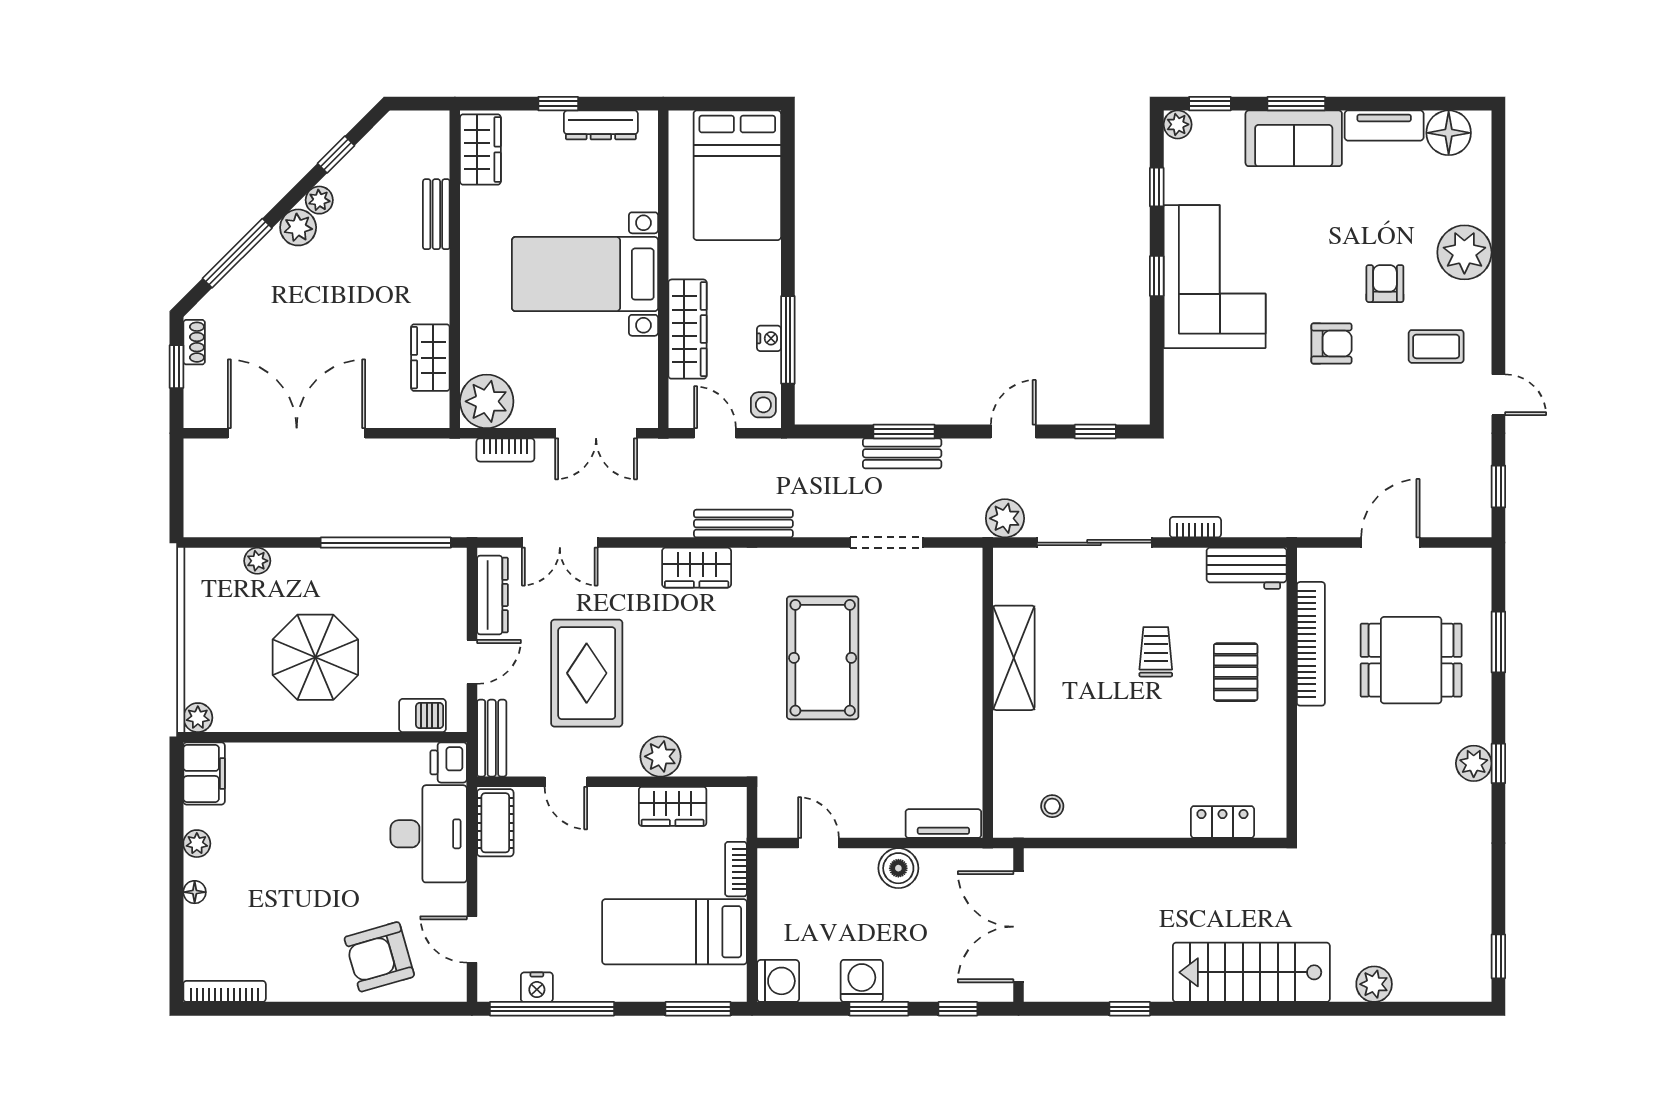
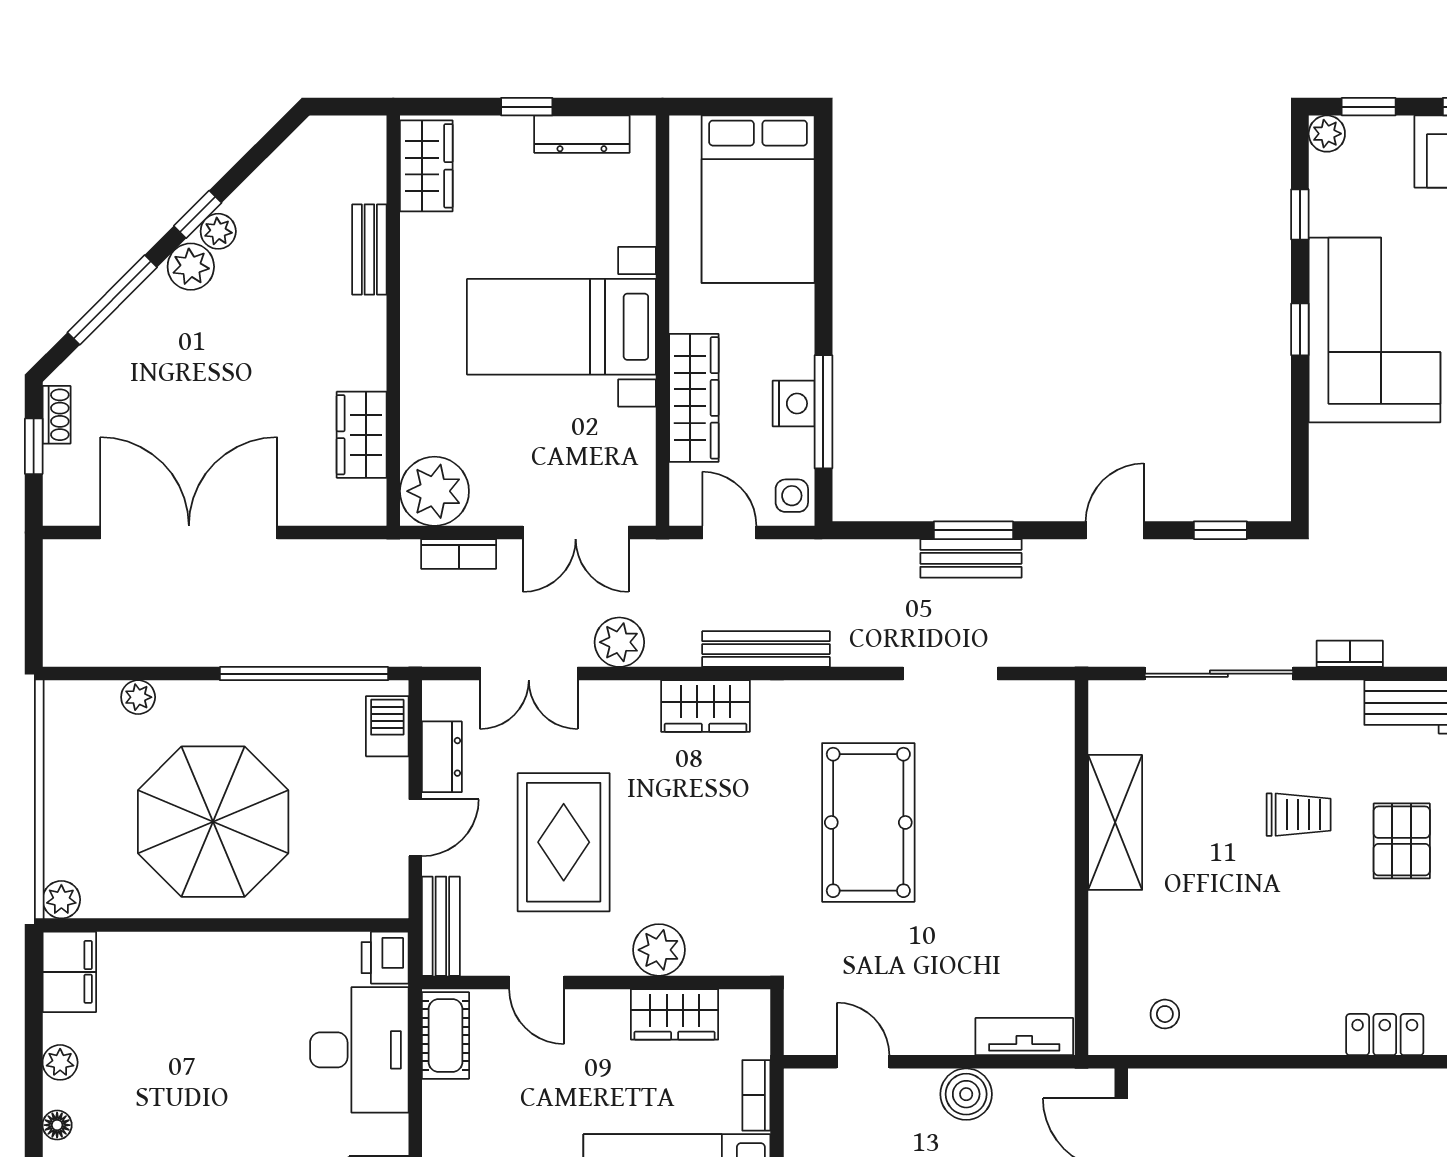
window: (336, 154) -> (198, 214), moved
nightstand: (769, 338) -> (794, 403), width x1.39, depth x1.35
plant: (1005, 518) -> (619, 642), moved
dresser: (492, 595) -> (442, 757), width x0.70
trolley: (1156, 652) -> (1299, 815), turned 90
parasol: (315, 657) -> (213, 822), width x1.36, depth x1.36
barbecue: (423, 716) -> (387, 726), moved, turned -90

